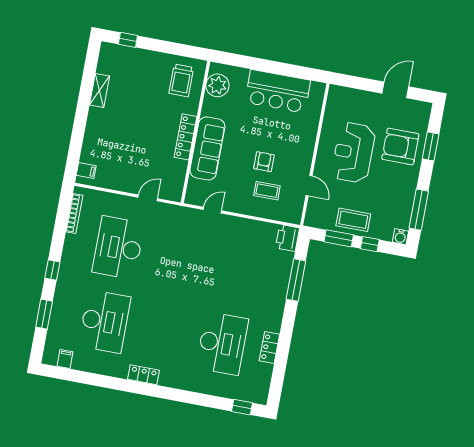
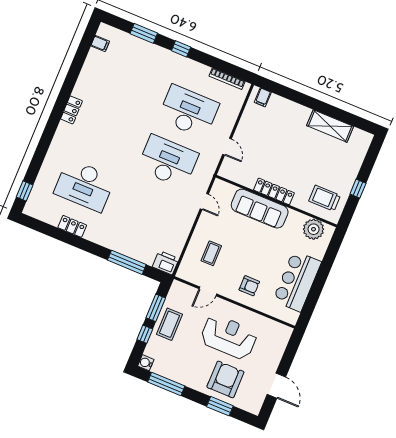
window: (128, 40) -> (358, 189), moved
shelving: (100, 91) -> (330, 126), width x1.50, depth x1.33
armchair: (264, 162) -> (249, 286), moved
desk: (105, 321) -> (168, 161), moved, turned 180

